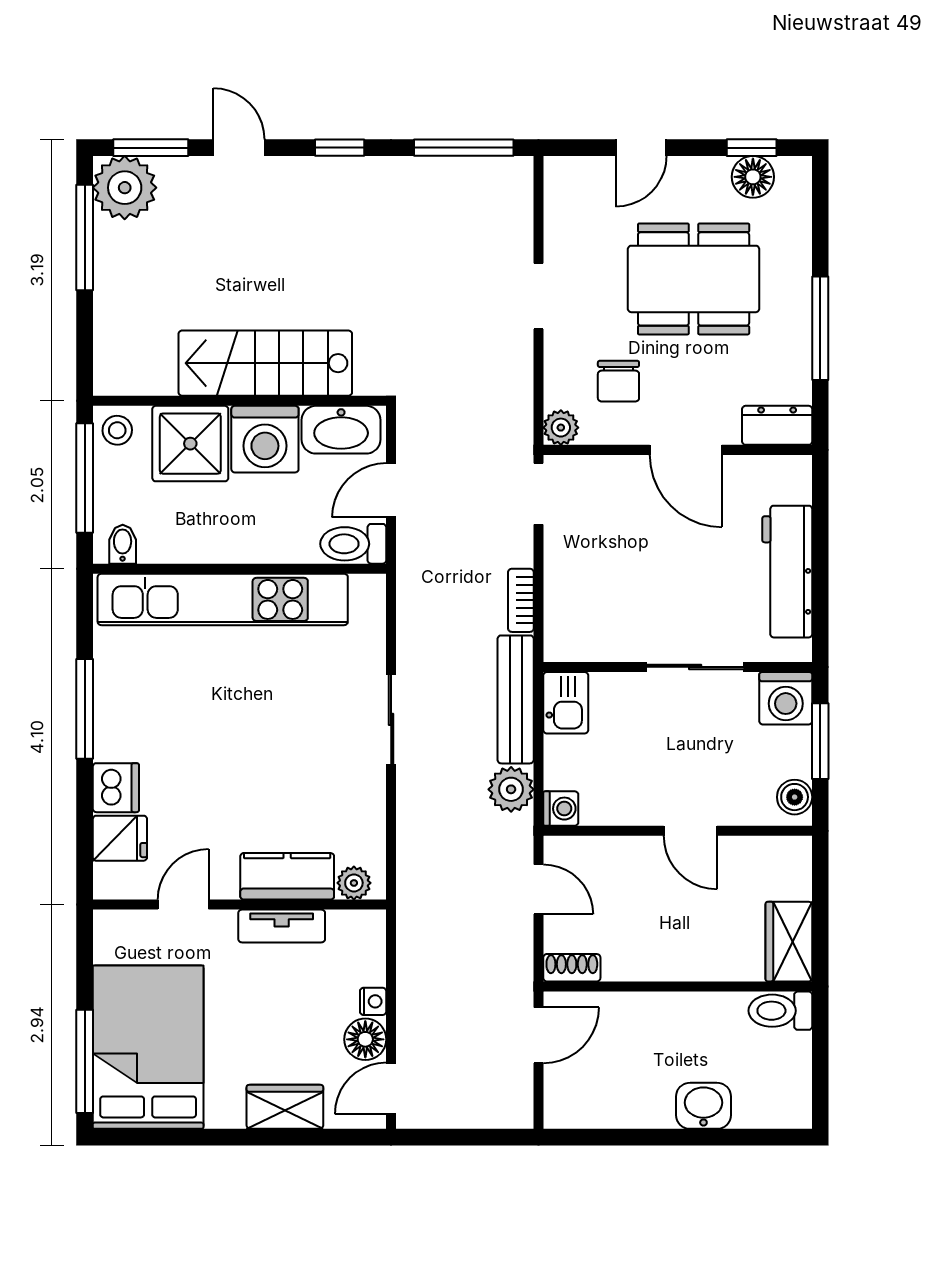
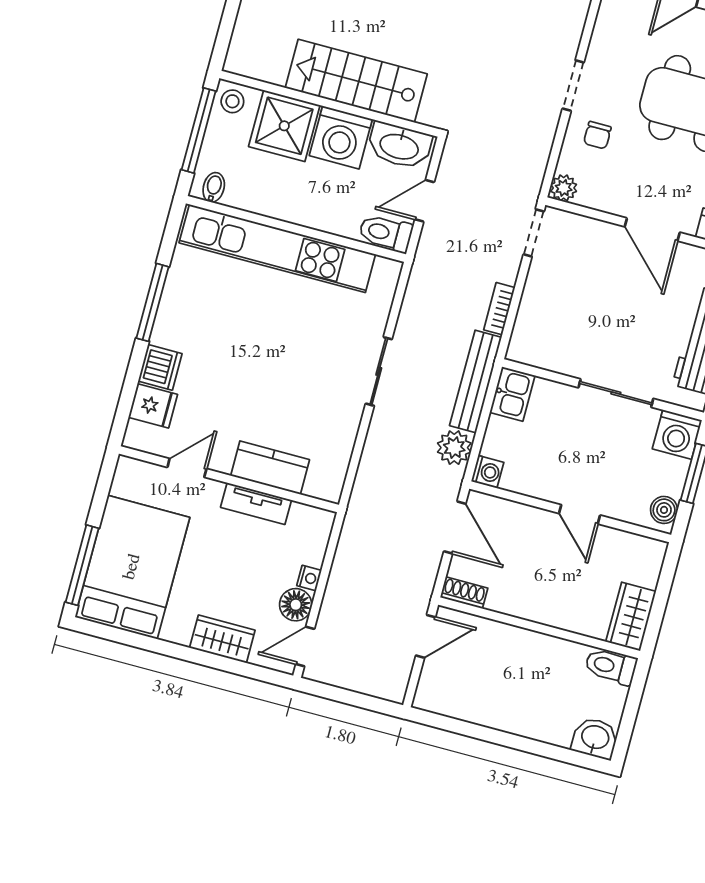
chair: (618, 381) -> (597, 135), moved, width x0.73, depth x0.73
plant: (354, 883) -> (318, 486), removed
door: (538, 889) -> (455, 528), width x1.38
washbasin: (703, 1106) -> (595, 738), moved

